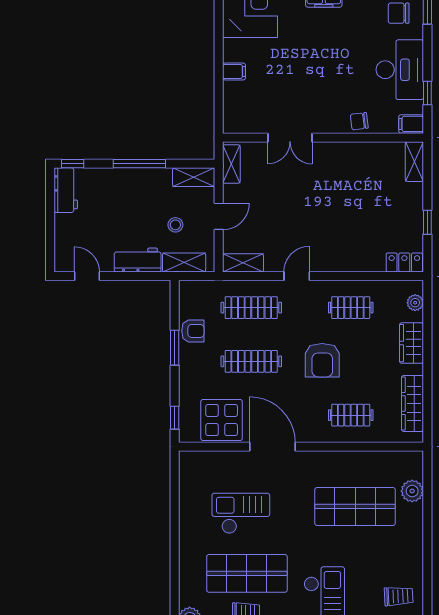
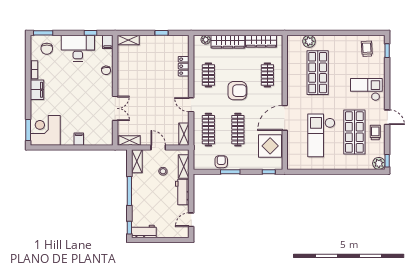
locker: (404, 262) -> (184, 66), moved
wardrobe: (412, 343) -> (228, 42), width x1.50
checkout: (241, 513) -> (321, 135), width x1.36, depth x1.21

